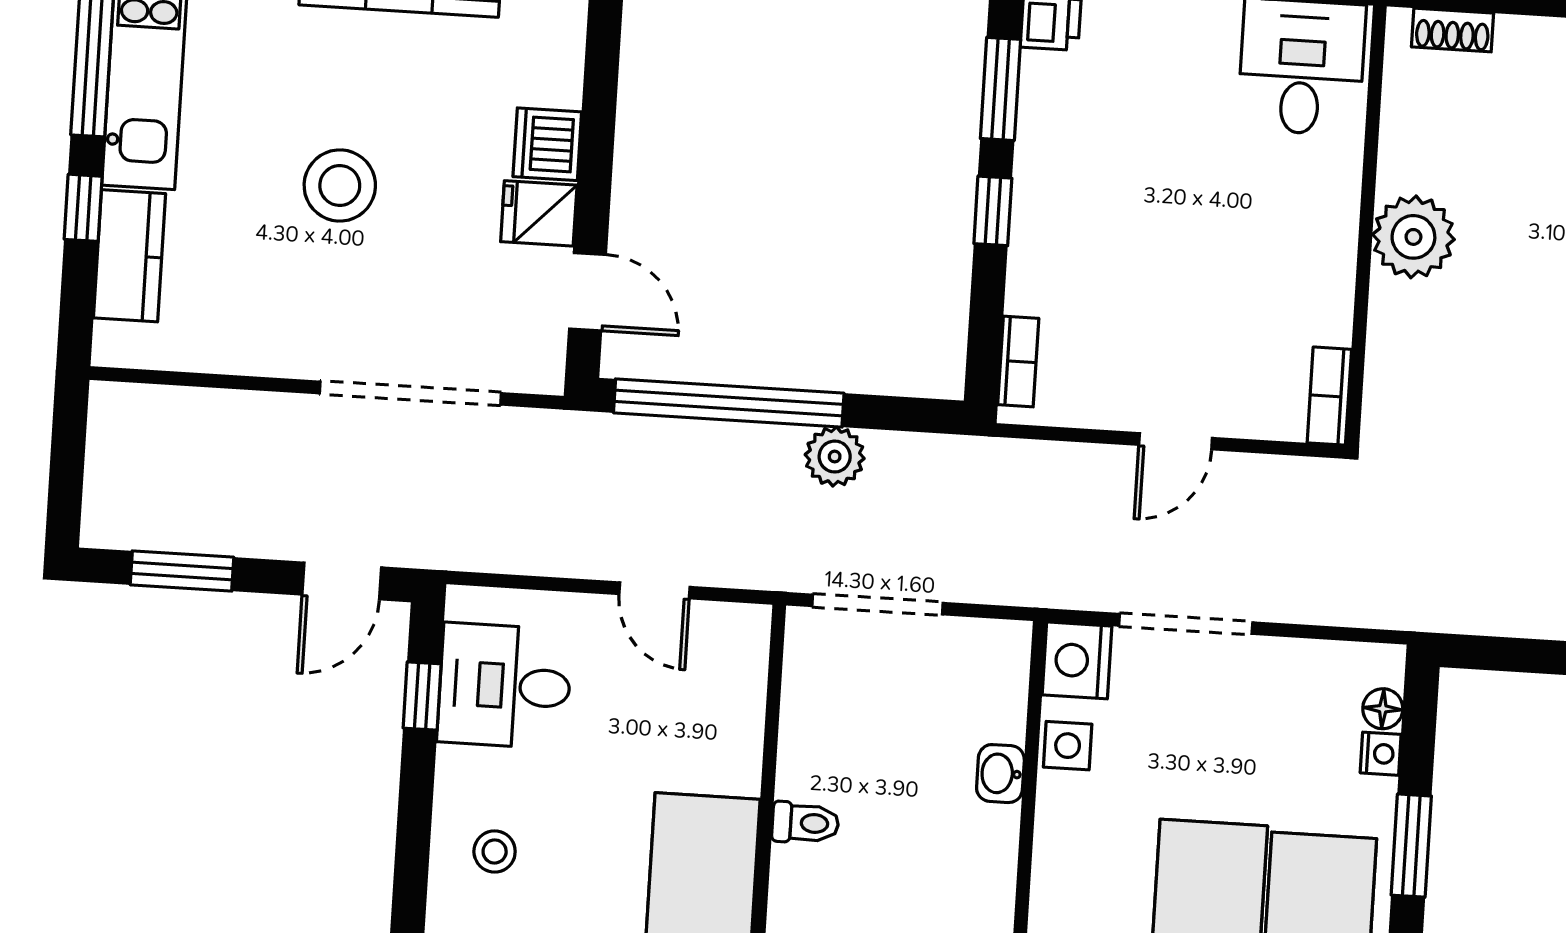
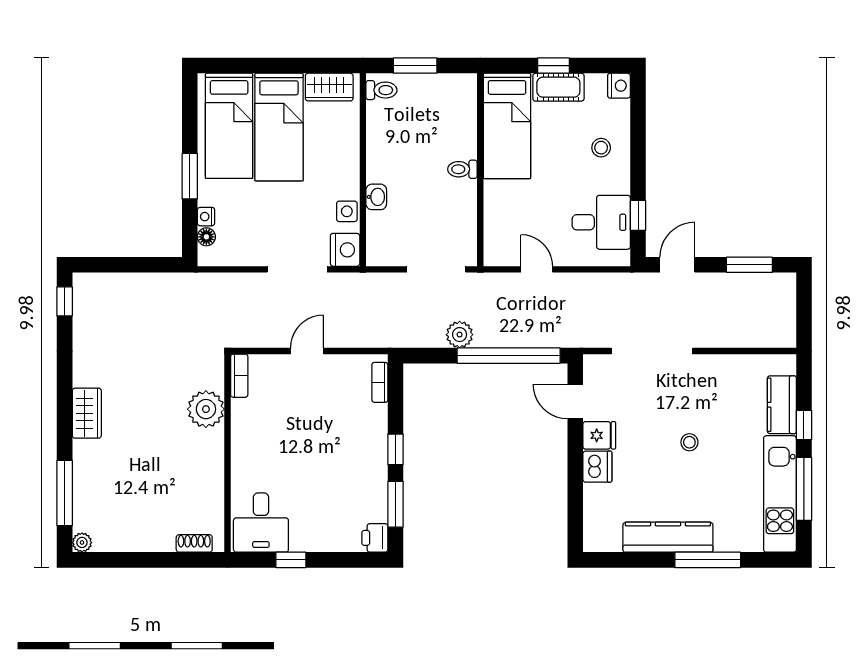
stool: (340, 185) -> (689, 442), width x0.53, depth x0.53
plant: (1413, 237) -> (206, 409), moved

